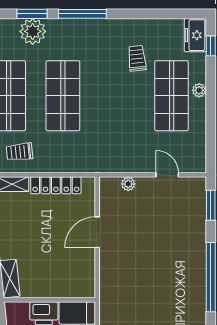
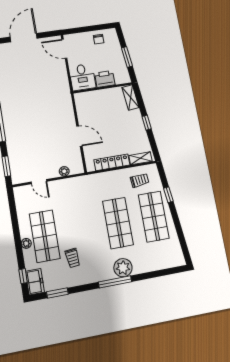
window: (32, 14) -> (57, 293), moved
plant: (33, 31) -> (123, 268), moved
door: (97, 232) -> (79, 136), hinge flipped

